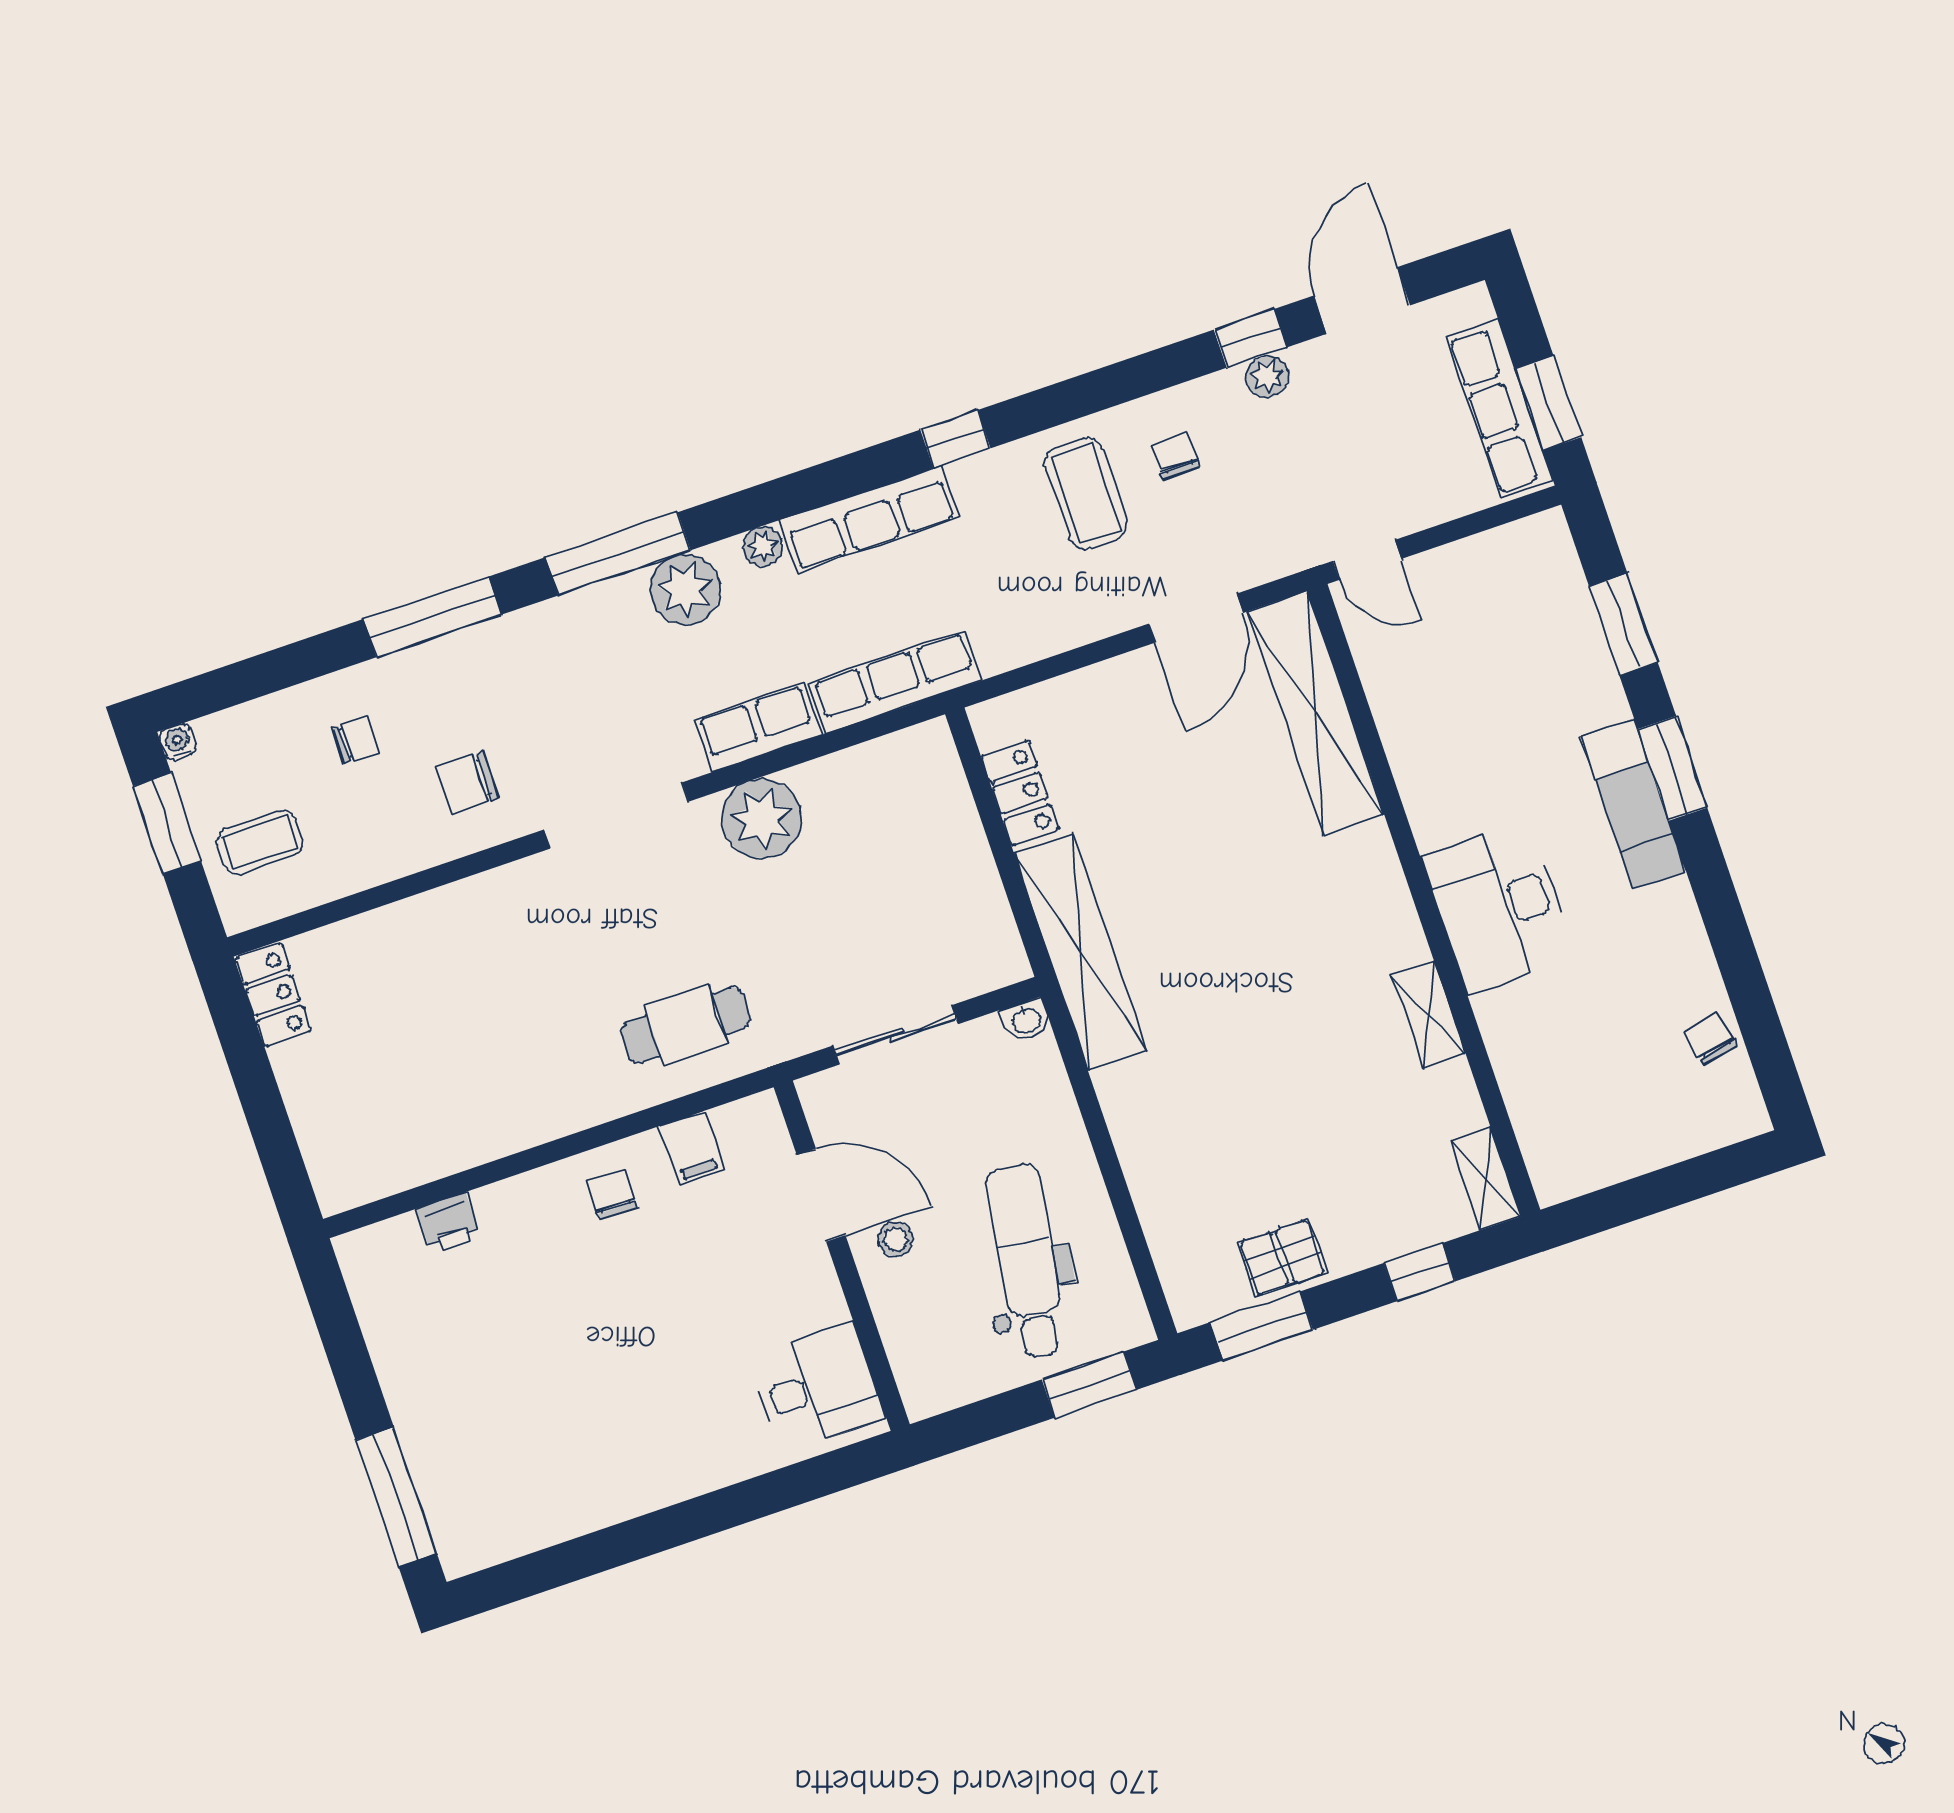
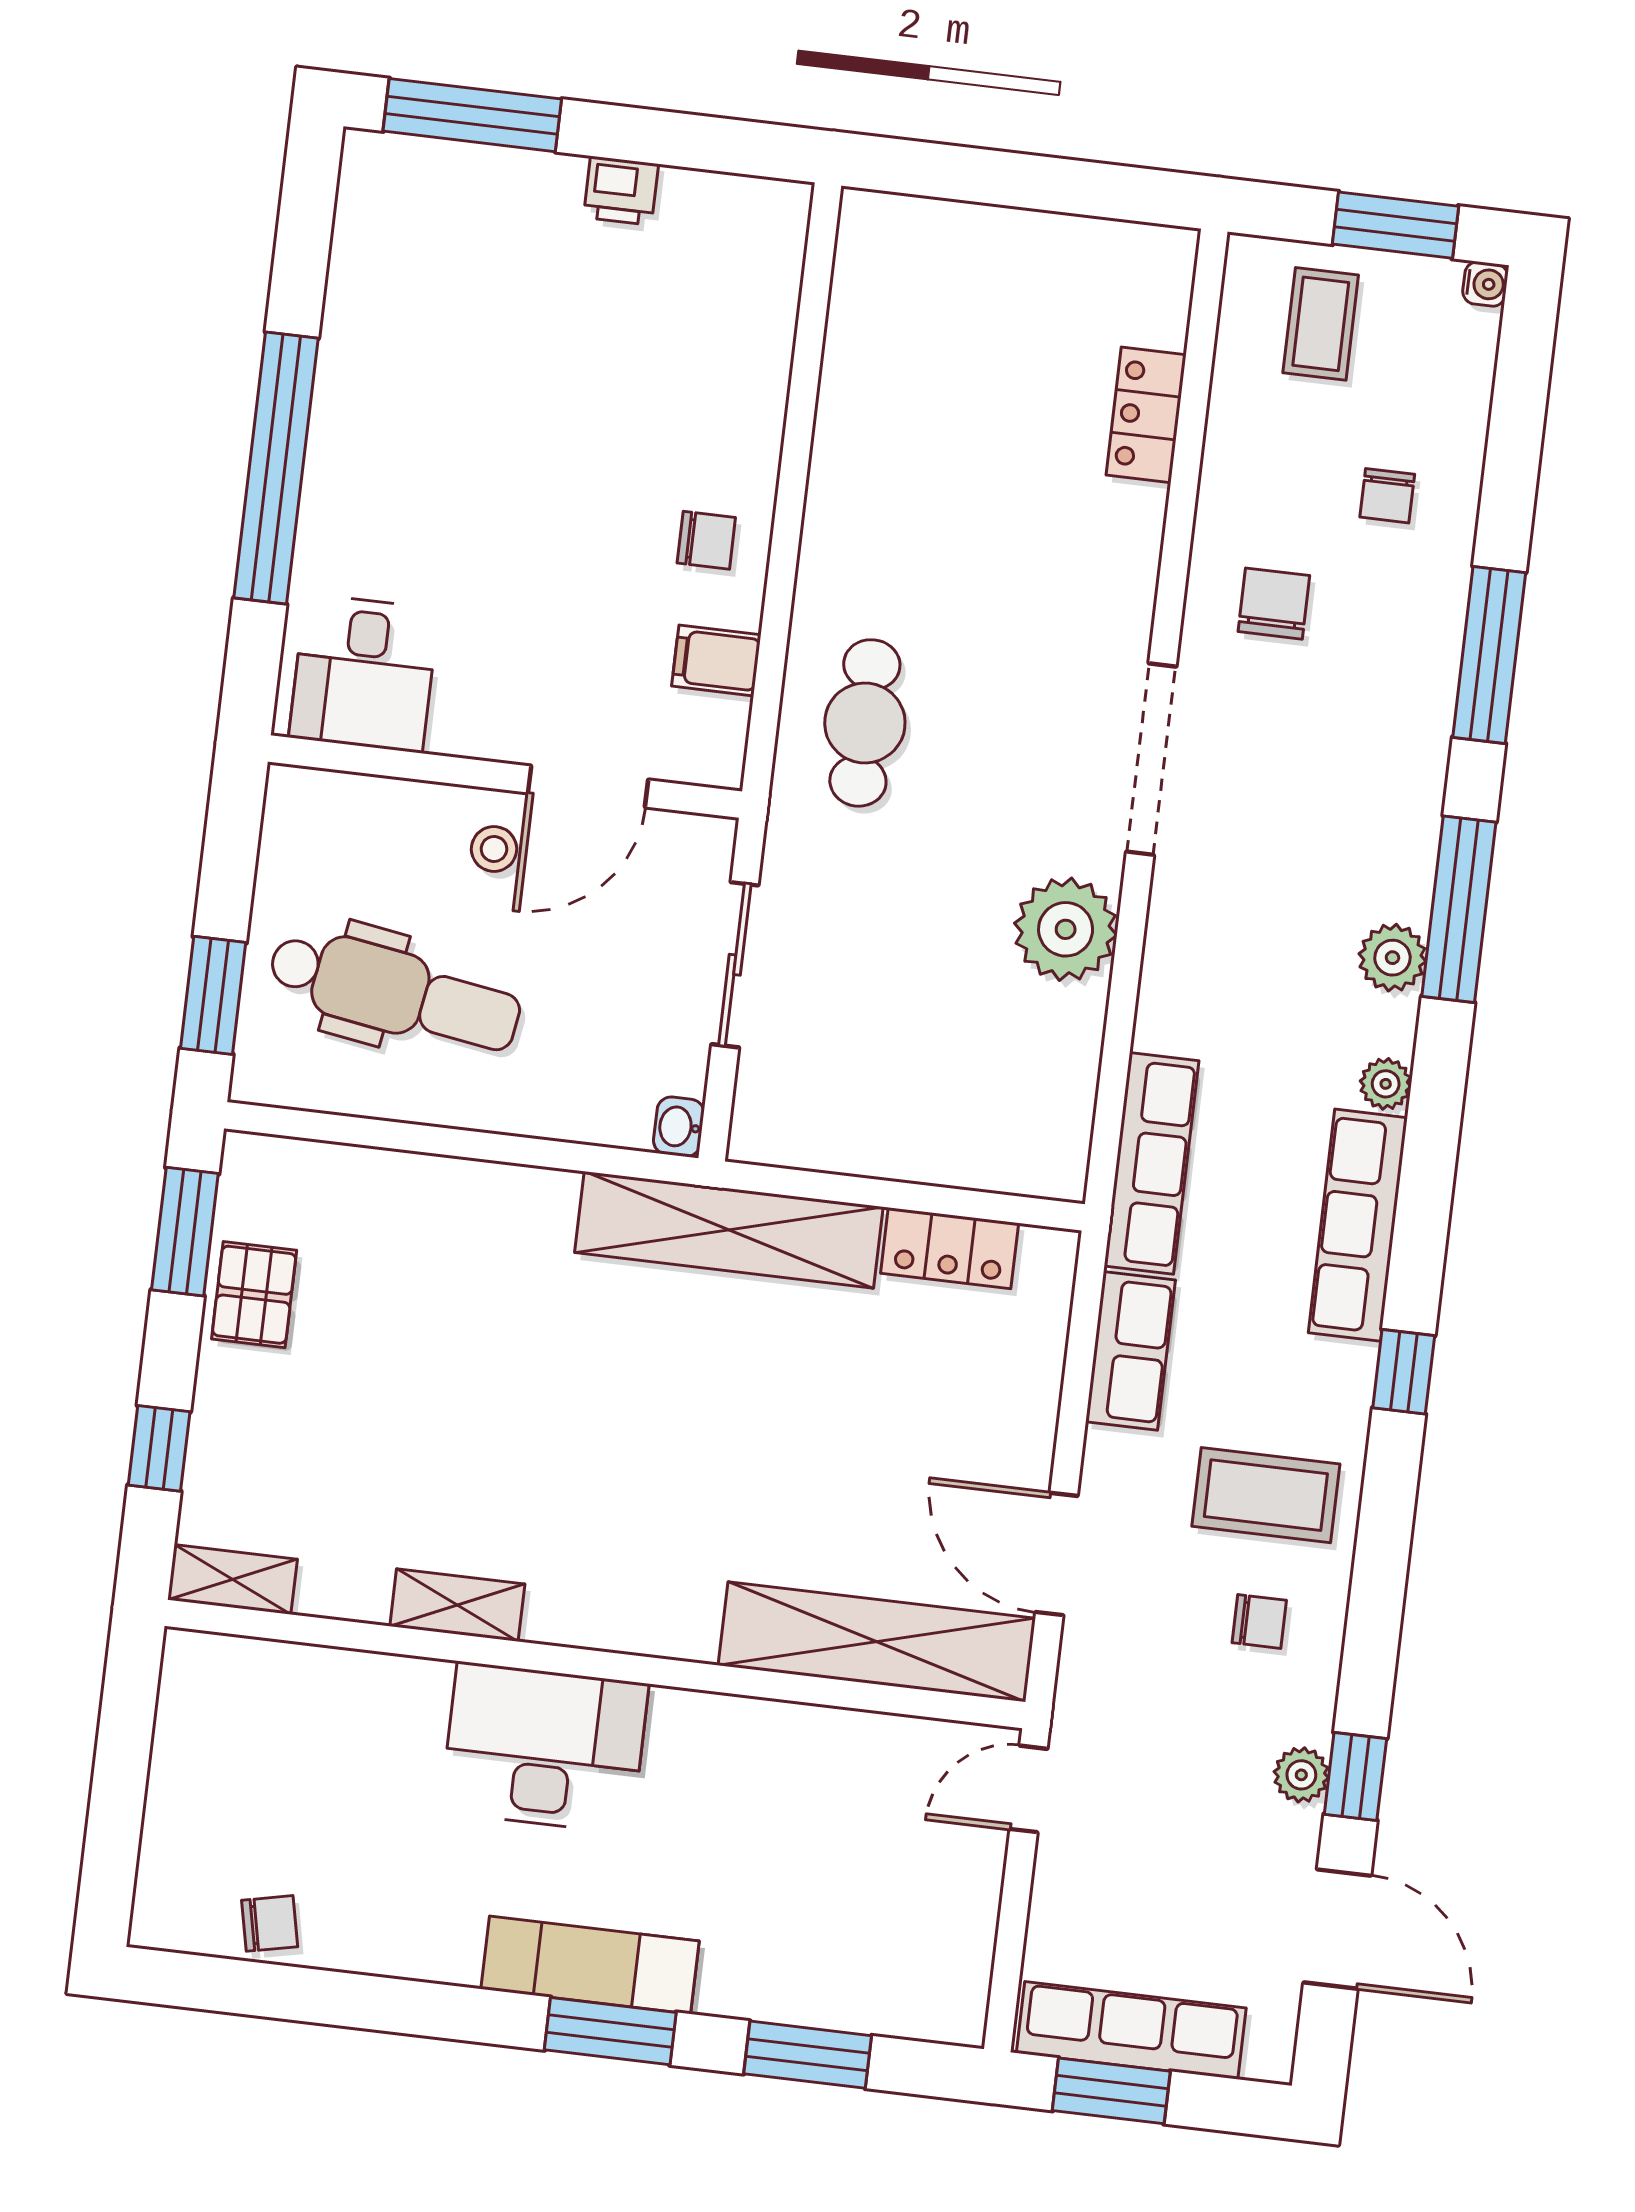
plant: (685, 589) -> (1392, 958), width x0.73, depth x0.73
row of seats: (758, 727) -> (1130, 1351), moved
locker: (273, 995) -> (1146, 415), moved, turned 90
printer: (448, 1223) -> (621, 191), moved, turned -90
window: (705, 1516) -> (276, 468), added

